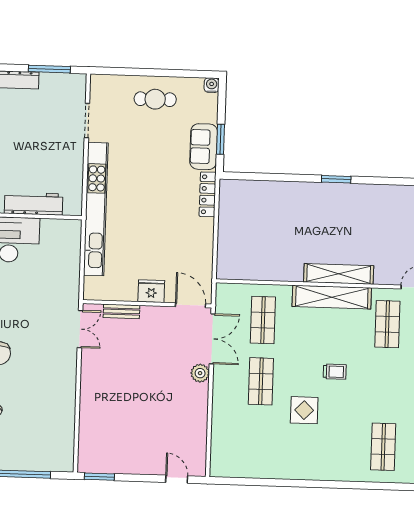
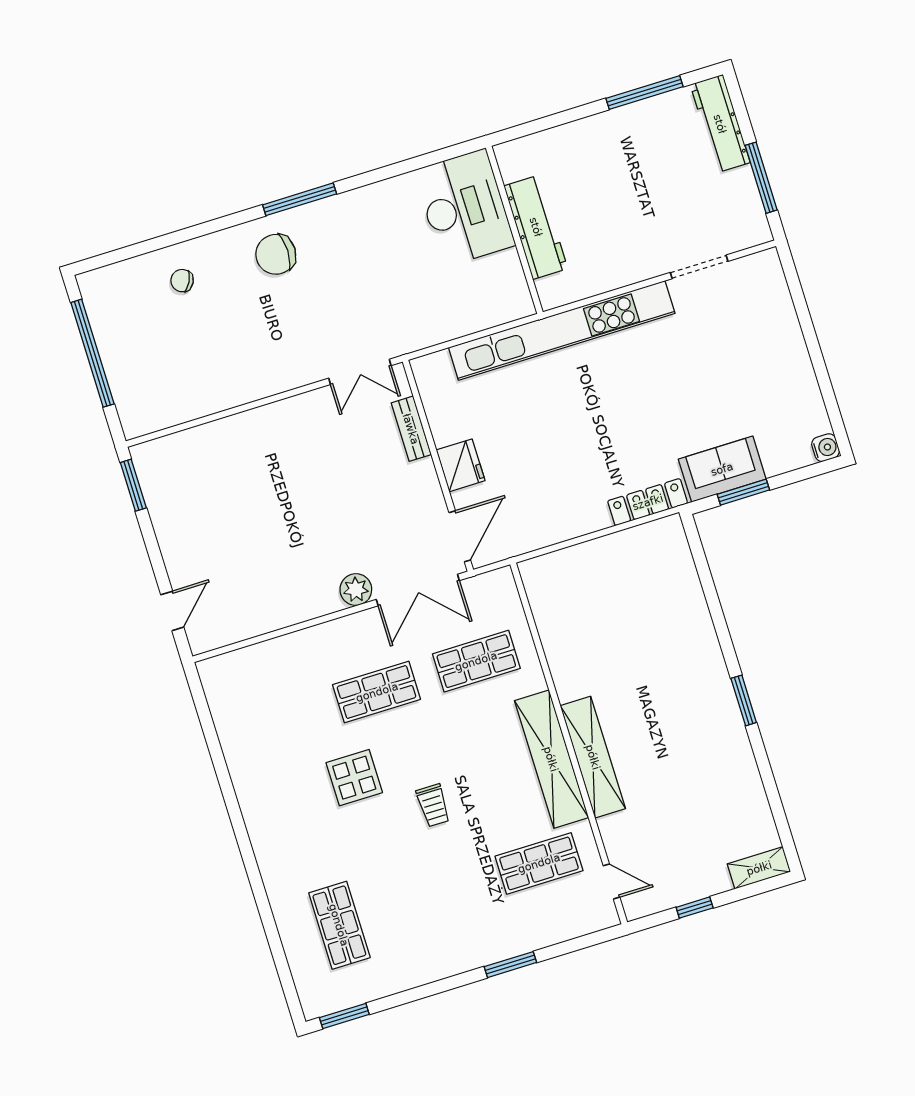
cafe table: (155, 99) -> (772, 365), removed
shop shelf: (383, 447) -> (339, 925), turned 90

